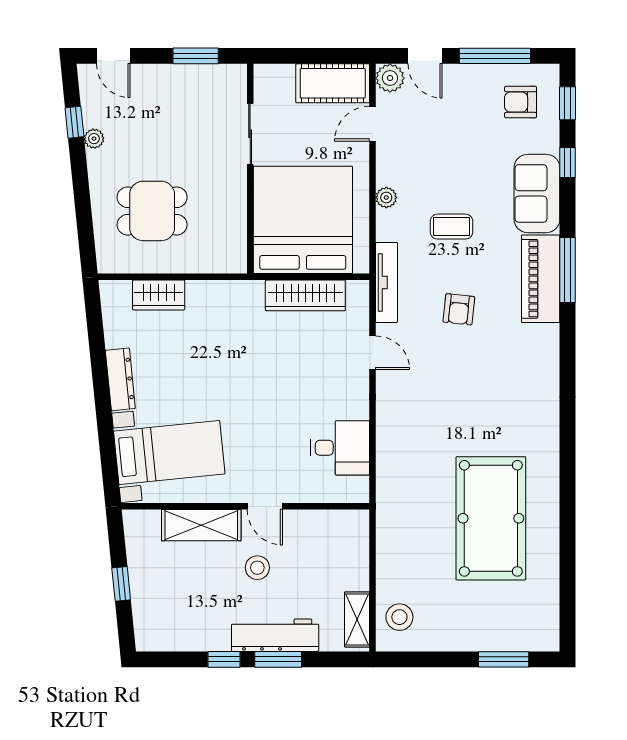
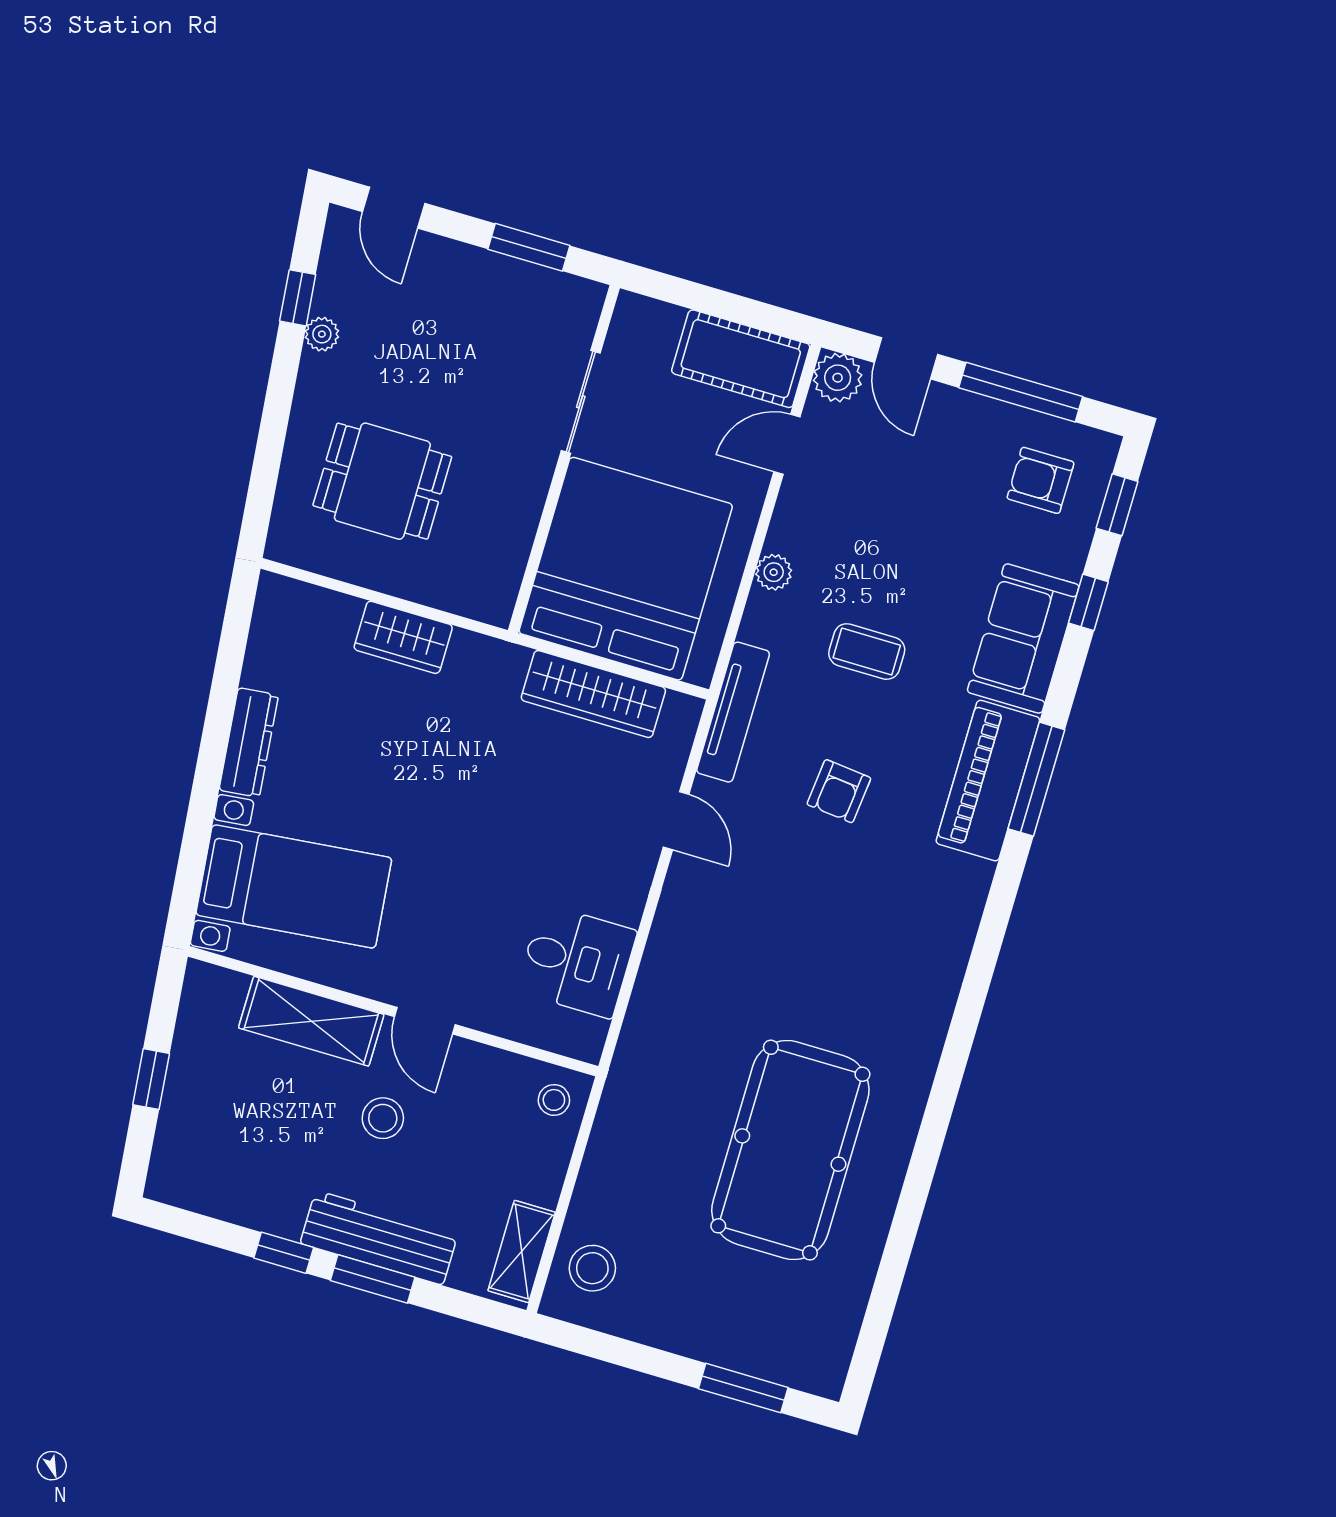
wardrobe: (159, 295) -> (403, 637), moved
stool: (350, 529) -> (554, 1100), added

